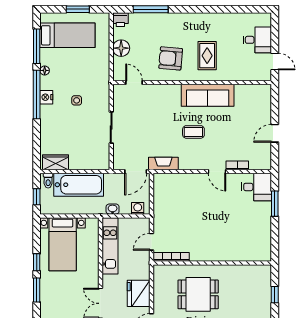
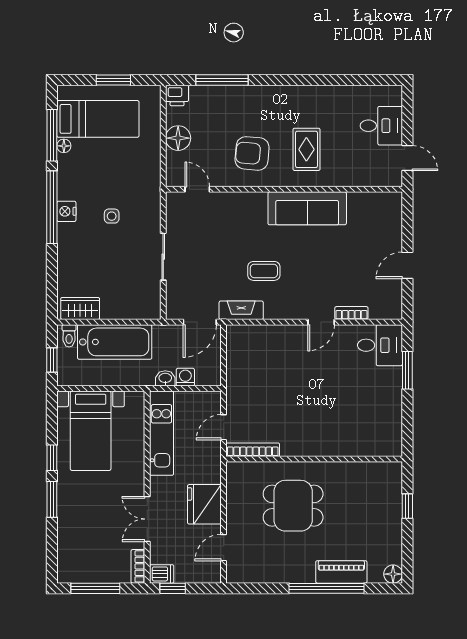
floor lamp: (45, 70) -> (64, 146), moved
coffee table: (193, 132) -> (264, 271), moved
door: (217, 171) -> (321, 322), hinge flipped
washing machine: (138, 208) -> (185, 377), moved

